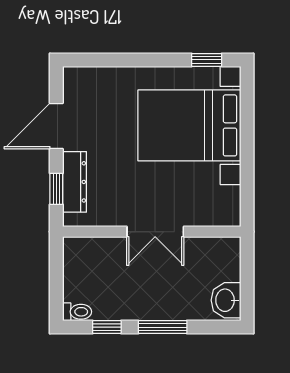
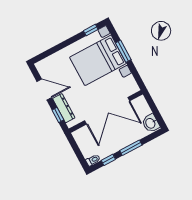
door: (56, 126) -> (44, 89), swing flipped
window: (247, 134) -> (123, 51), added
double door: (155, 232) -> (107, 111), width x1.87

